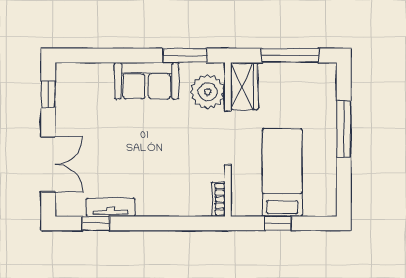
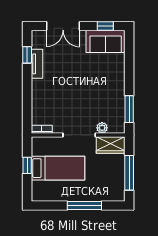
sofa: (147, 81) -> (106, 41), moved, turned -90
plant: (208, 92) -> (102, 128), width x0.53, depth x0.53

